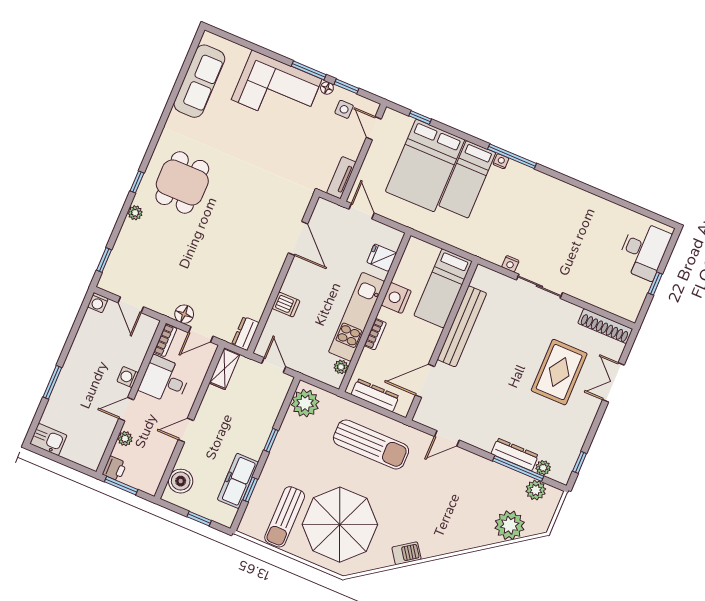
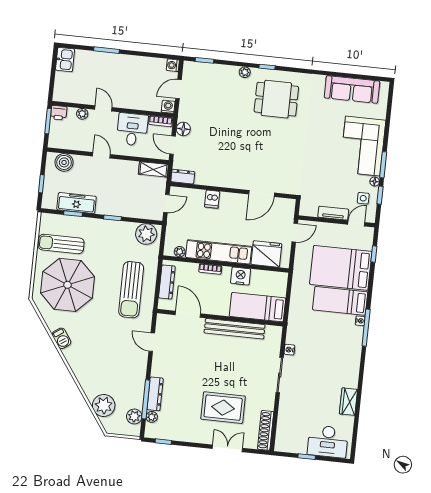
tv unit: (341, 178) -> (333, 213), moved
wardrobe: (601, 208) -> (348, 402), added
fridge: (382, 258) -> (266, 254), width x1.88, depth x1.34
washing machine: (128, 377) -> (168, 107), moved

